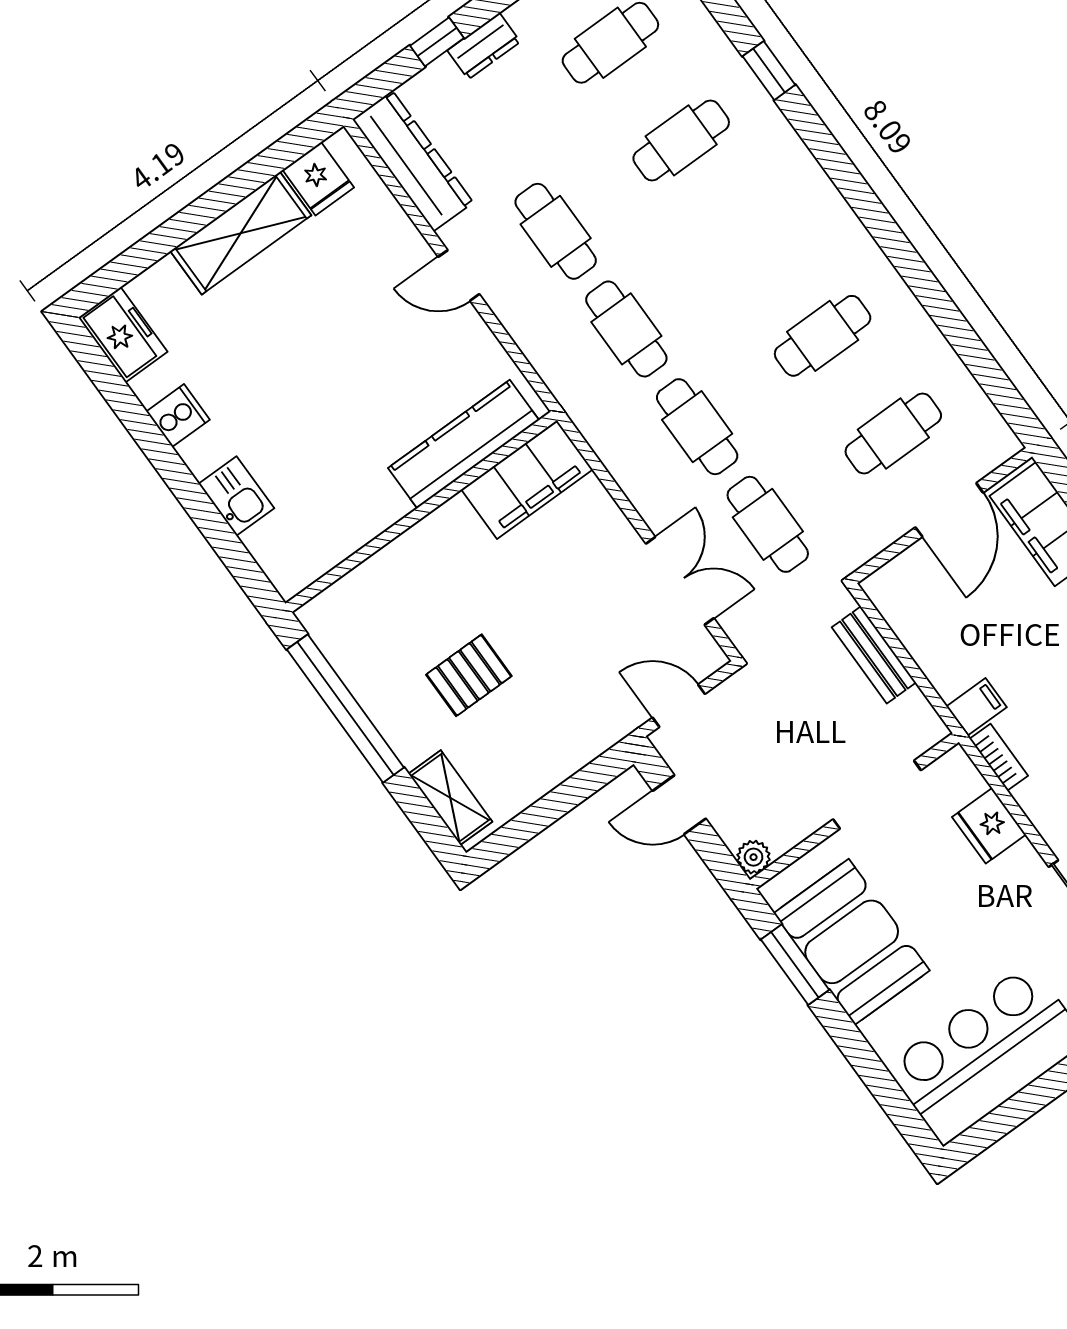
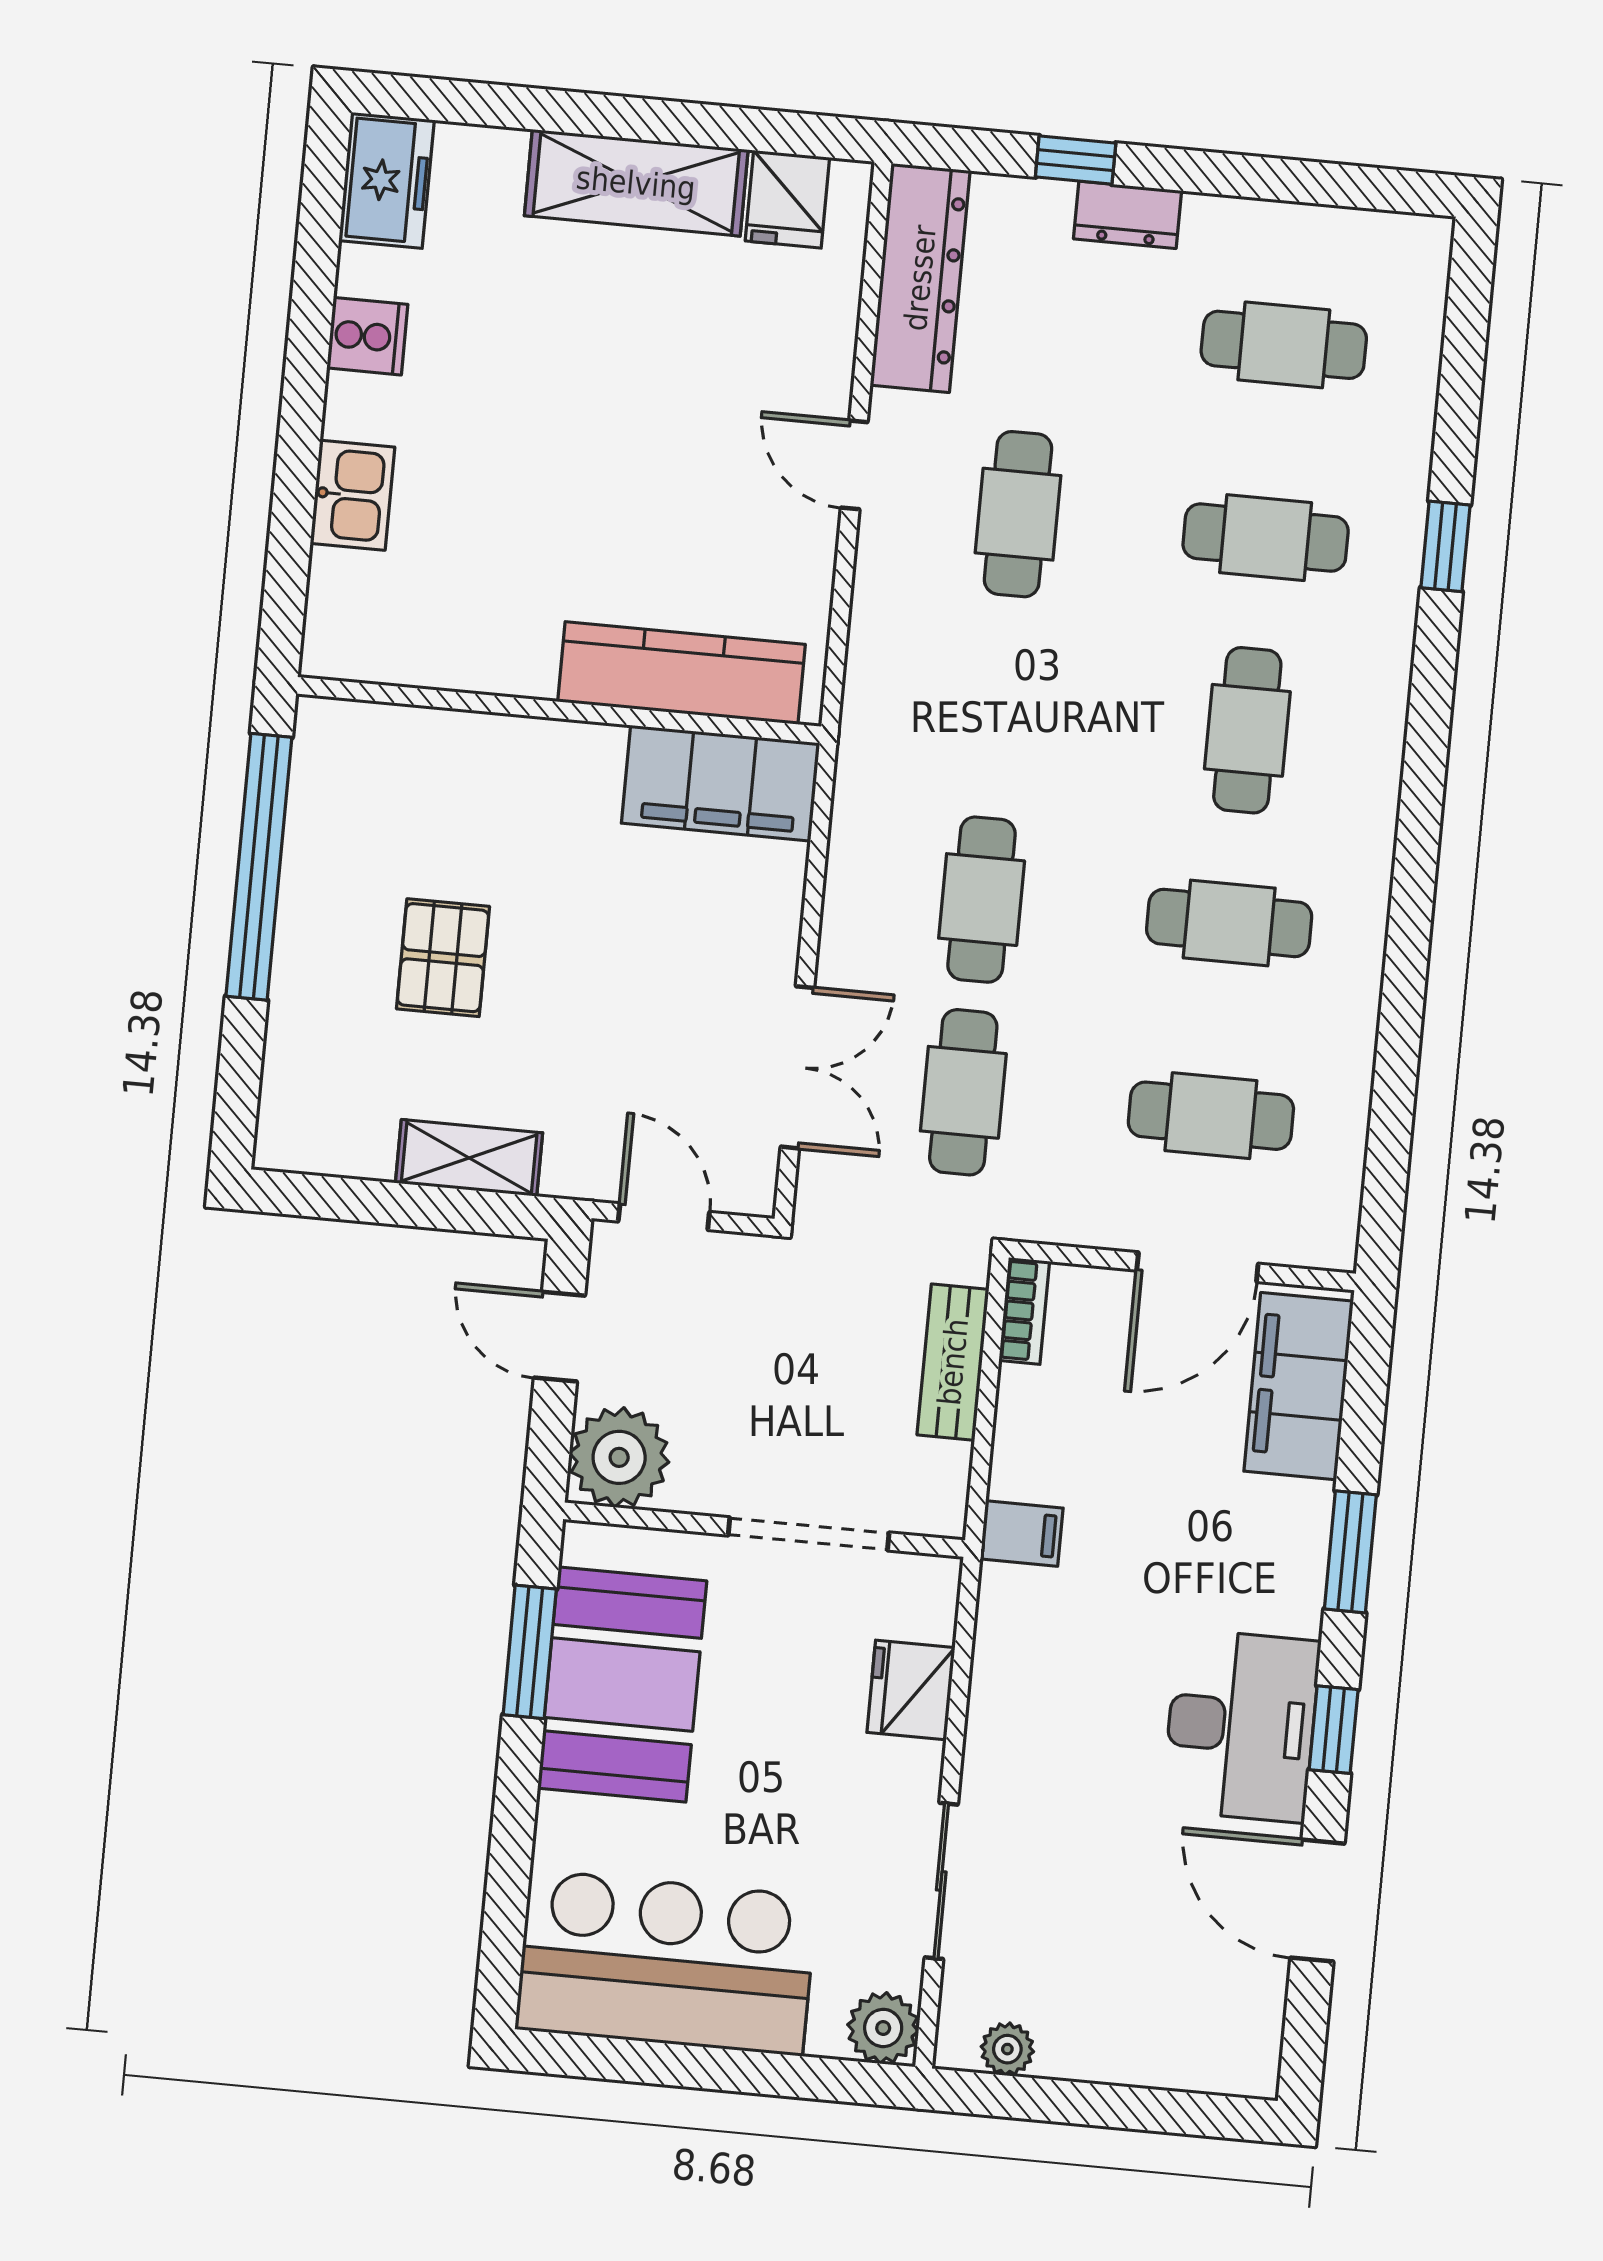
cafe table: (626, 329) -> (1247, 730), moved
pallet: (469, 675) -> (443, 958), turned 90
bookcase: (999, 757) -> (1024, 1311), moved
shelving: (450, 798) -> (469, 1158), moved, turned 90
plant: (754, 857) -> (619, 1457), width x1.88, depth x1.88

